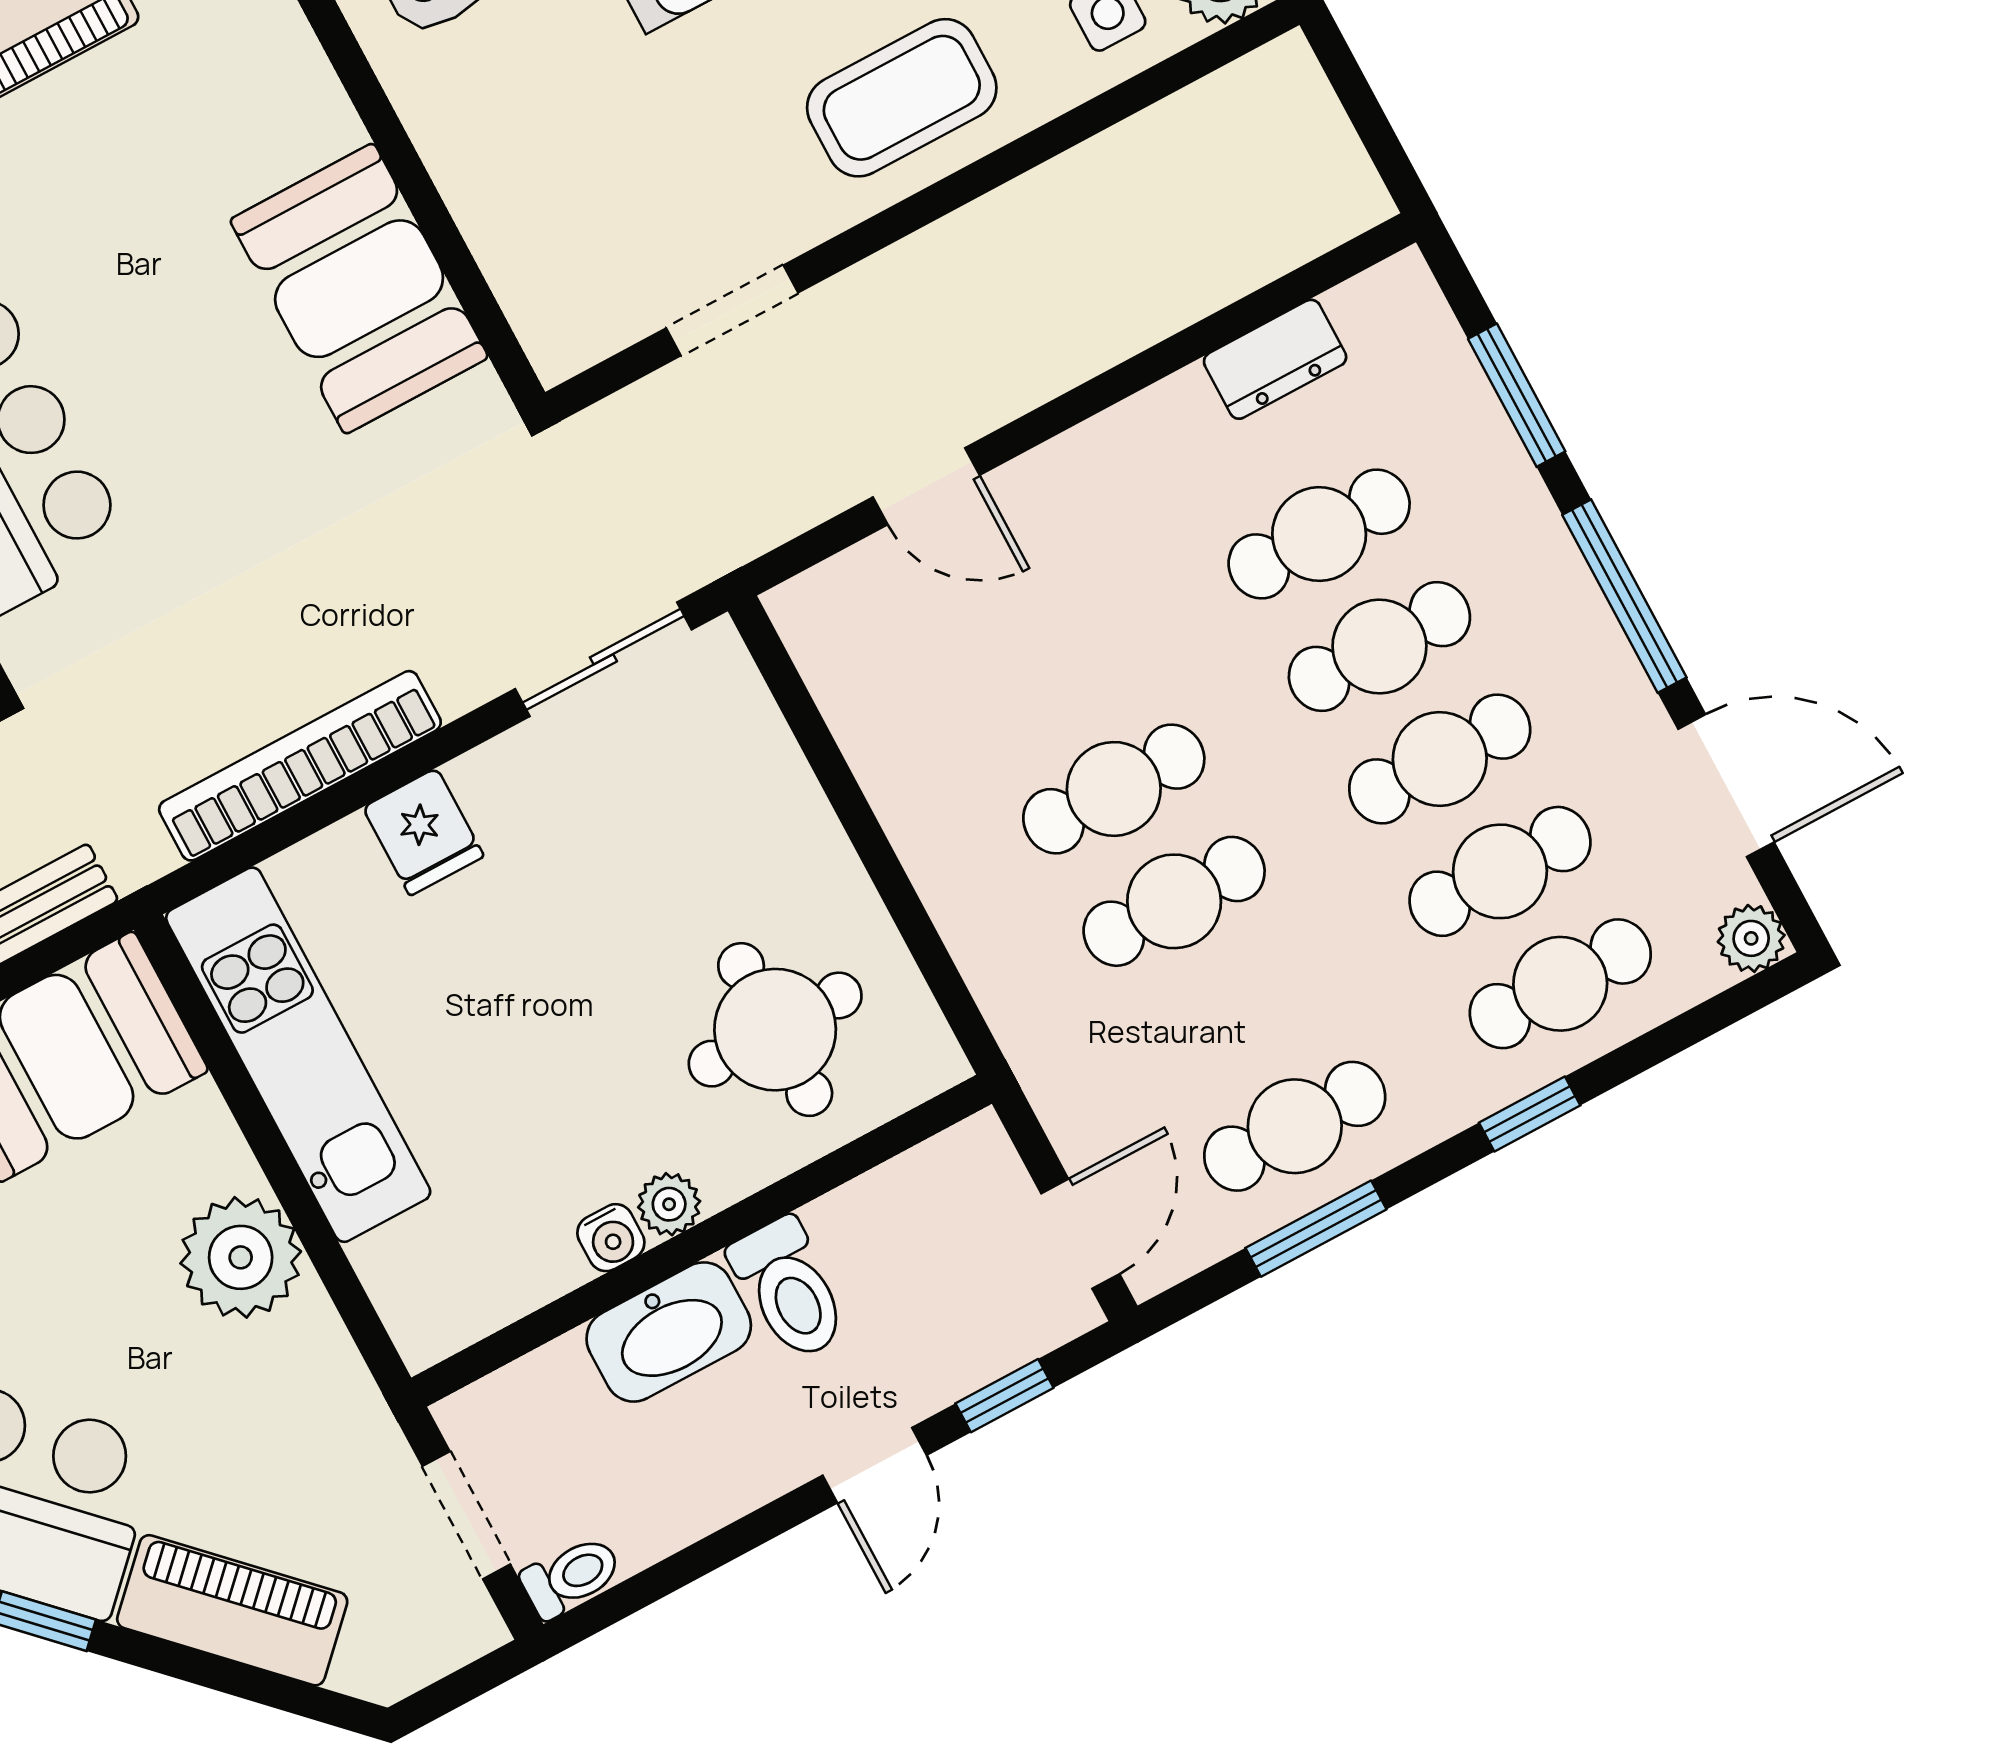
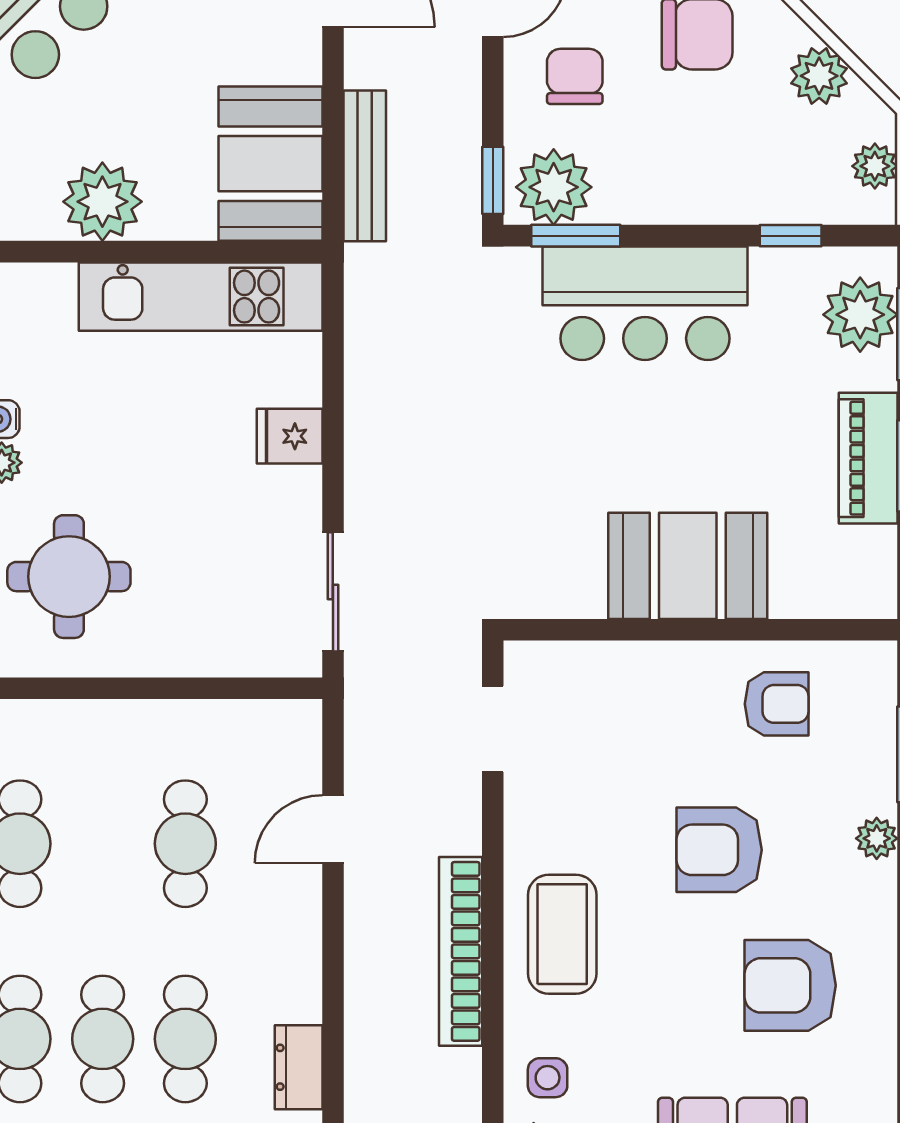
booth: (359, 289) -> (688, 566), moved
doorway: (732, 310) -> (493, 729), moved
bookcase: (300, 766) -> (461, 951), moved, turned 180
cafe table: (1114, 789) -> (185, 844), moved

